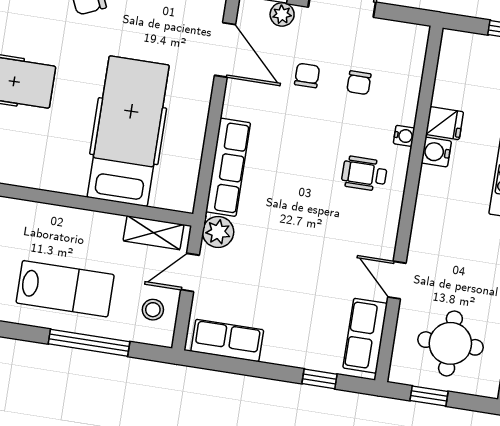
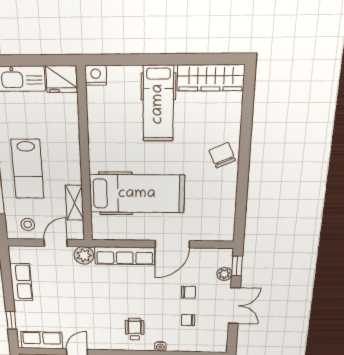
door: (225, 50) -> (172, 244), moved
shelving: (154, 233) -> (75, 203), moved
door: (190, 272) -> (56, 243), hinge flipped
row of seats: (227, 340) -> (21, 282), moved

